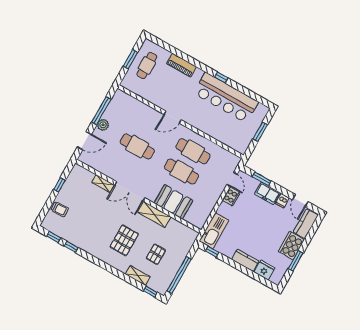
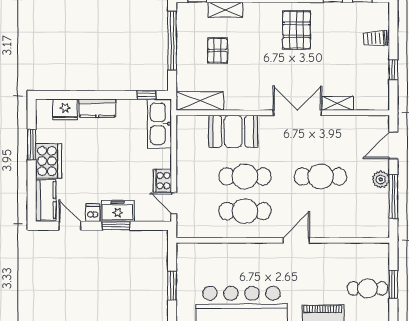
cafe table: (147, 66) -> (368, 288), turned 90
window: (262, 179) -> (116, 226), moved
shelving: (154, 214) -> (200, 101), moved
pallet: (124, 240) -> (297, 30), moved

